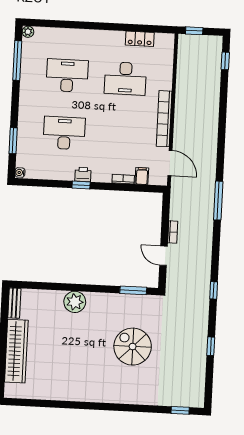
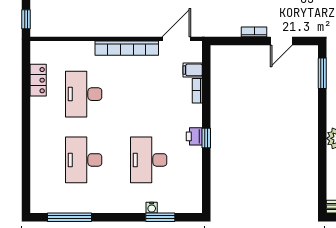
plant: (28, 32) -> (37, 207), removed
desk: (125, 78) -> (84, 94), turned 180
water cooler: (20, 173) -> (152, 208), moved

